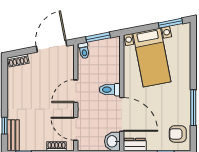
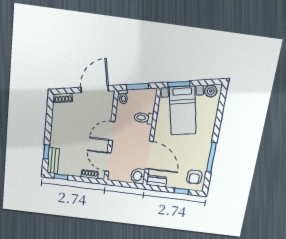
window: (170, 23) -> (179, 84), moved
plant: (179, 32) -> (211, 91), added
toilet: (110, 90) -> (144, 118), moved
armchair: (178, 134) -> (194, 177), turned -90

